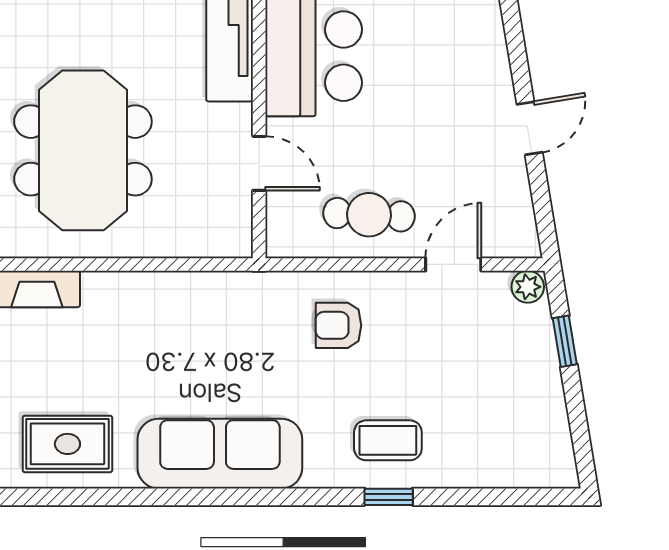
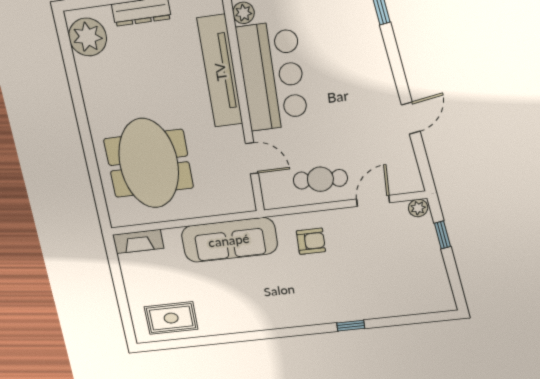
armchair: (339, 325) -> (311, 241), turned 180
coffee table: (388, 440) -> (347, 298), removed
sofa: (220, 454) -> (229, 240), moved, turned 180

